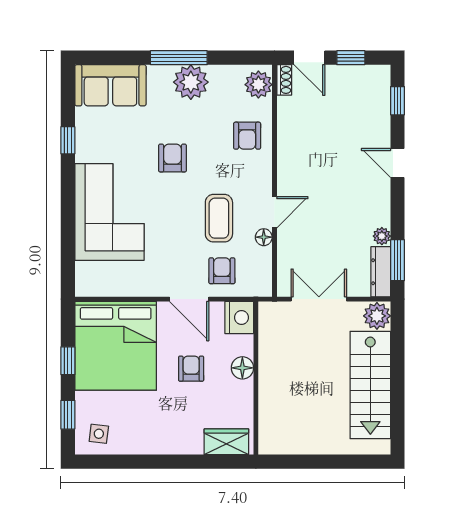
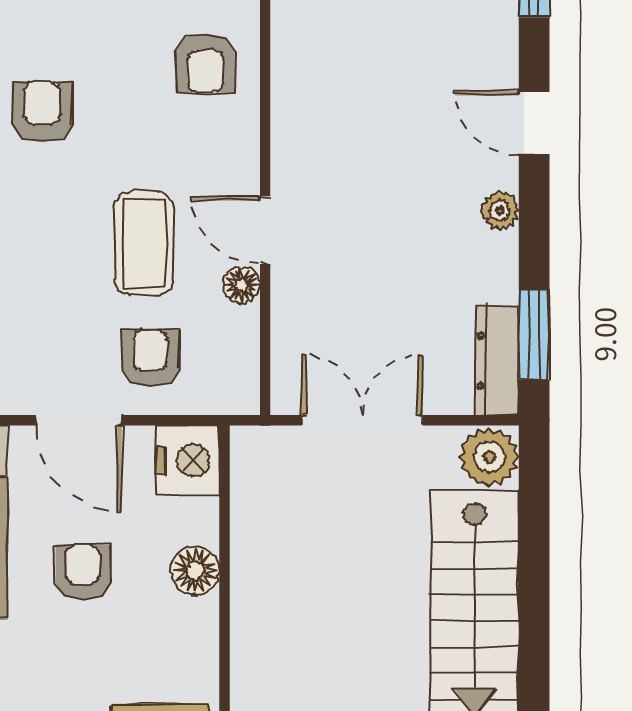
door: (274, 212) -> (265, 230), swing flipped
plant: (382, 236) -> (500, 211), moved

